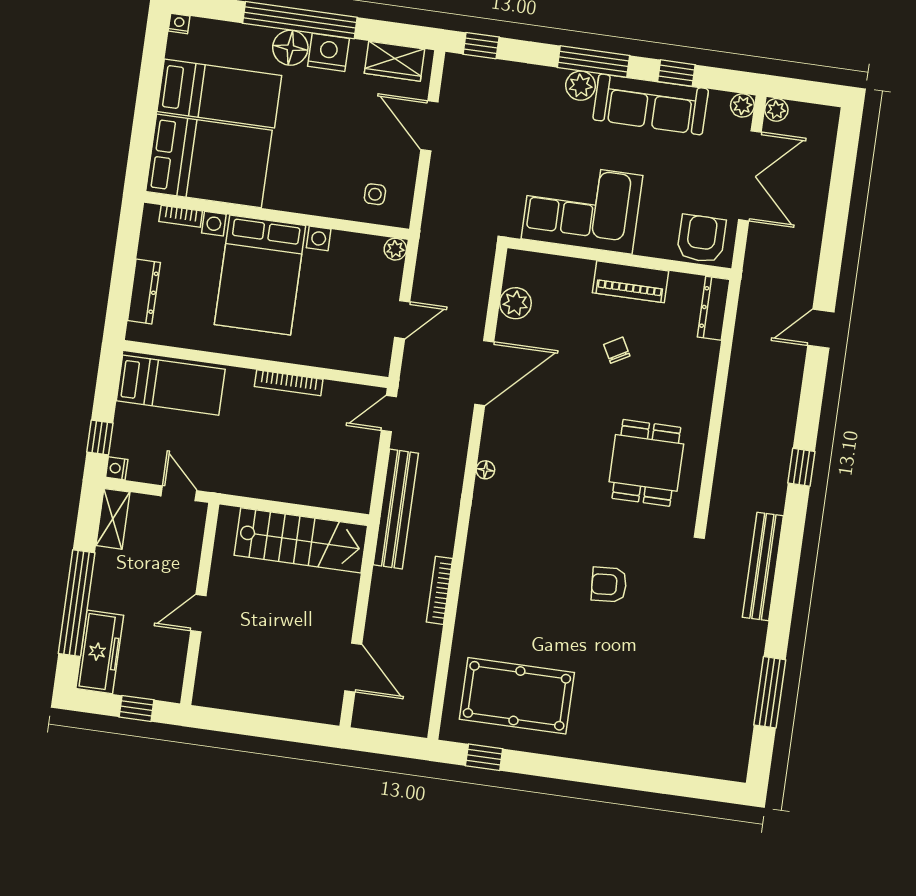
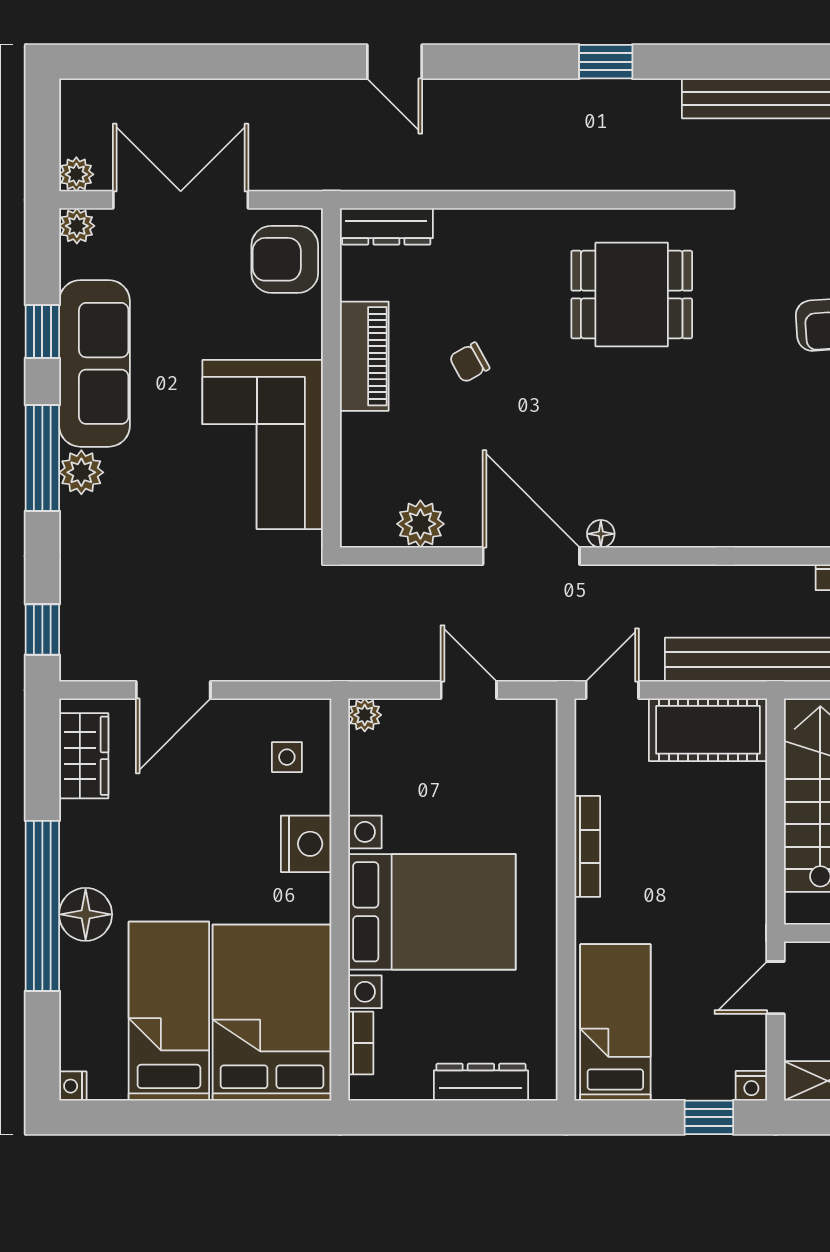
nightstand: (329, 52) -> (306, 844), moved, turned 180
door: (389, 414) -> (612, 690), swing flipped
floor lamp: (485, 470) -> (601, 534), moved
cot: (354, 473) -> (708, 730), added

